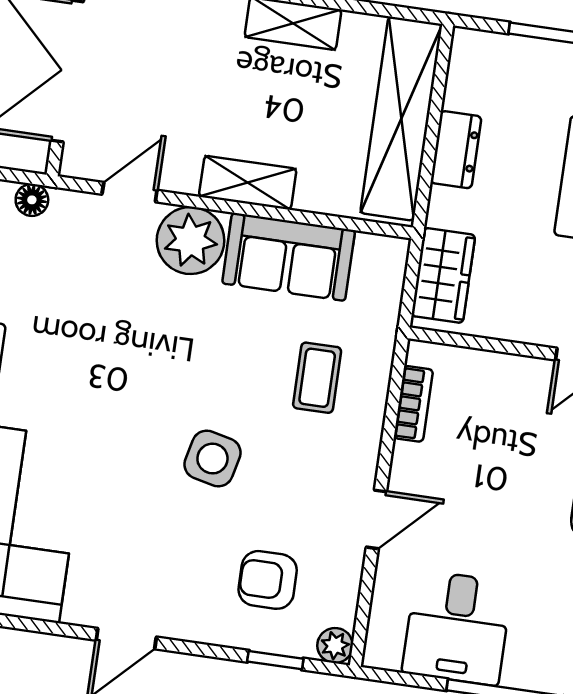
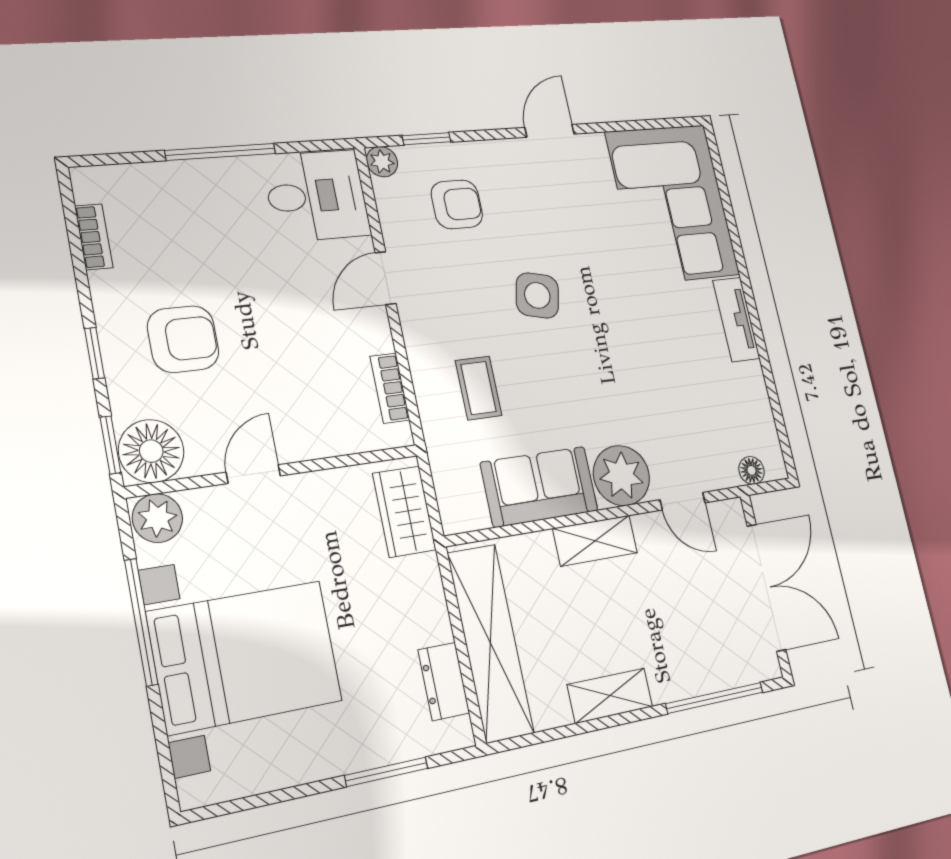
dresser: (456, 150) -> (444, 681), moved
door: (130, 192) -> (683, 501), hinge flipped
desk: (457, 628) -> (316, 196), moved, turned 90

